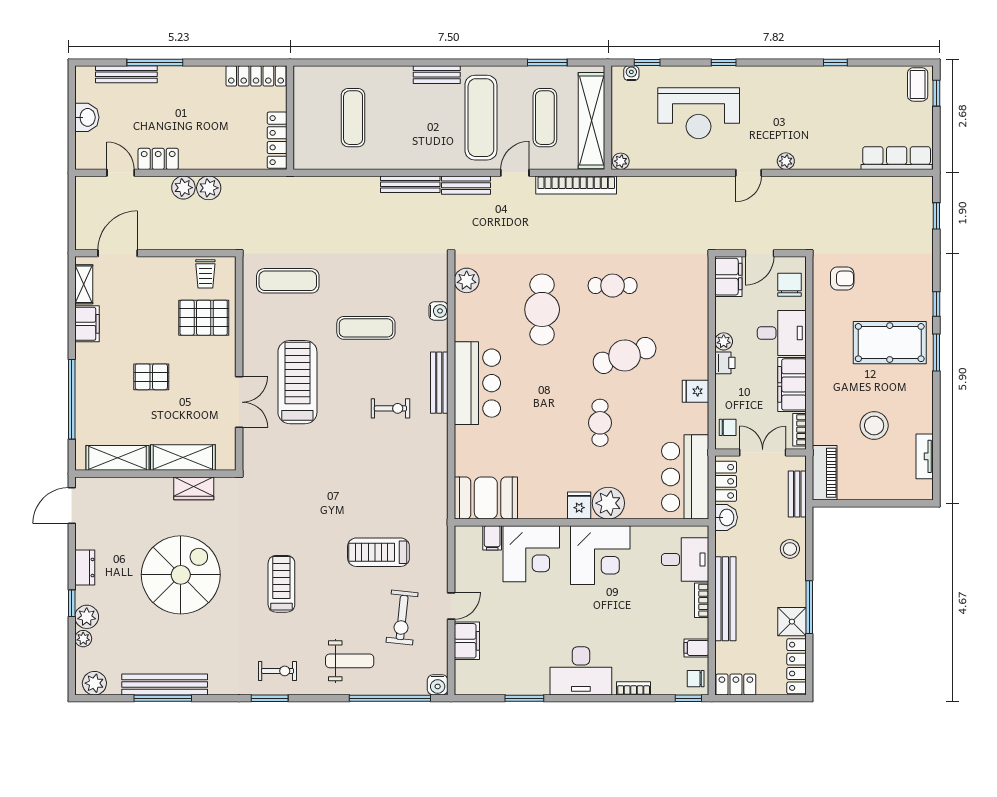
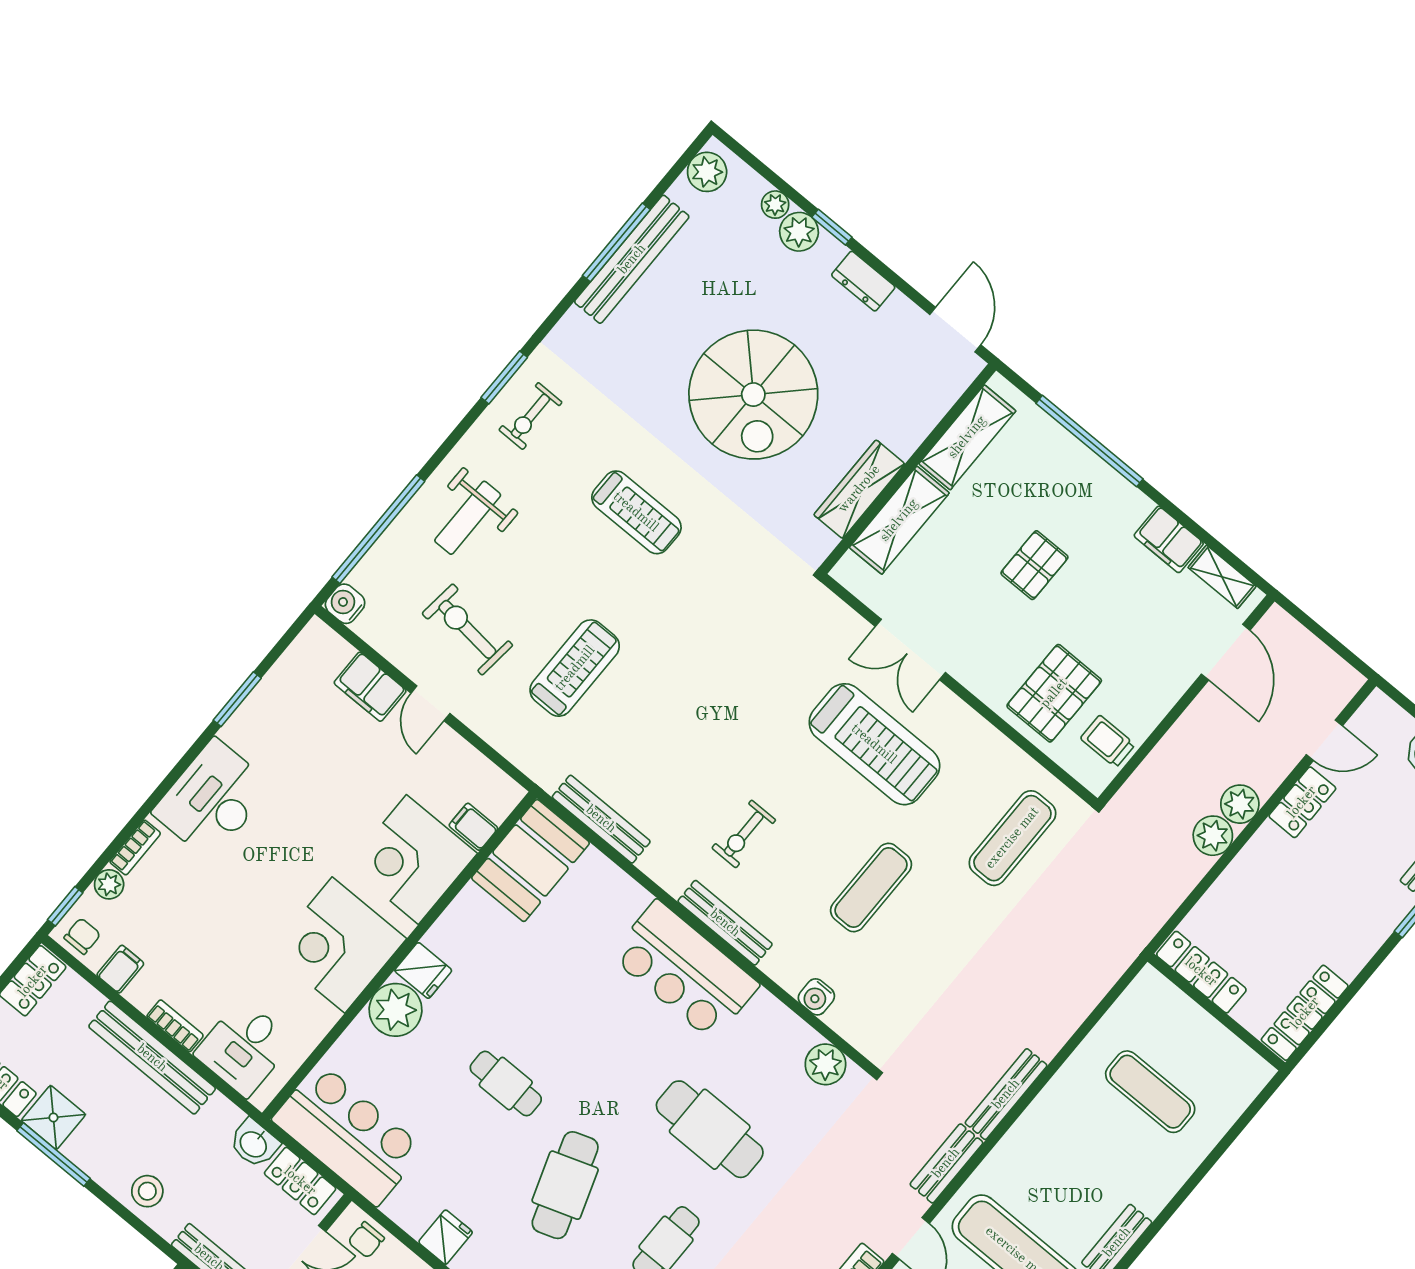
bench: (439, 481) -> (601, 819), added
wardrobe: (194, 488) -> (859, 489), width x1.50
plant: (661, 686) -> (109, 884), added

